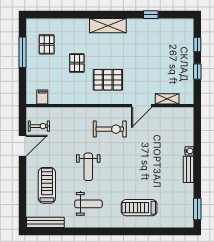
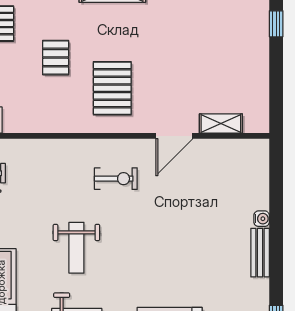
window: (197, 72) -> (276, 73), removed
pallet: (108, 80) -> (112, 88), turned 90
exercise bike: (110, 129) -> (116, 179), width x0.73, depth x0.72

